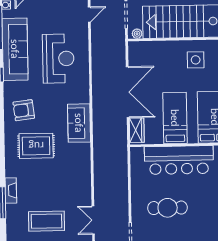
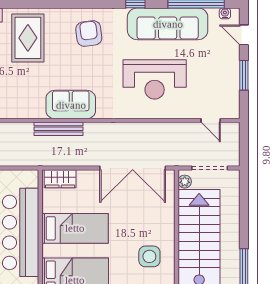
double door: (128, 92) -> (133, 168), moved
bench: (98, 132) -> (58, 129), added
rug: (36, 146) -> (28, 38), moved

